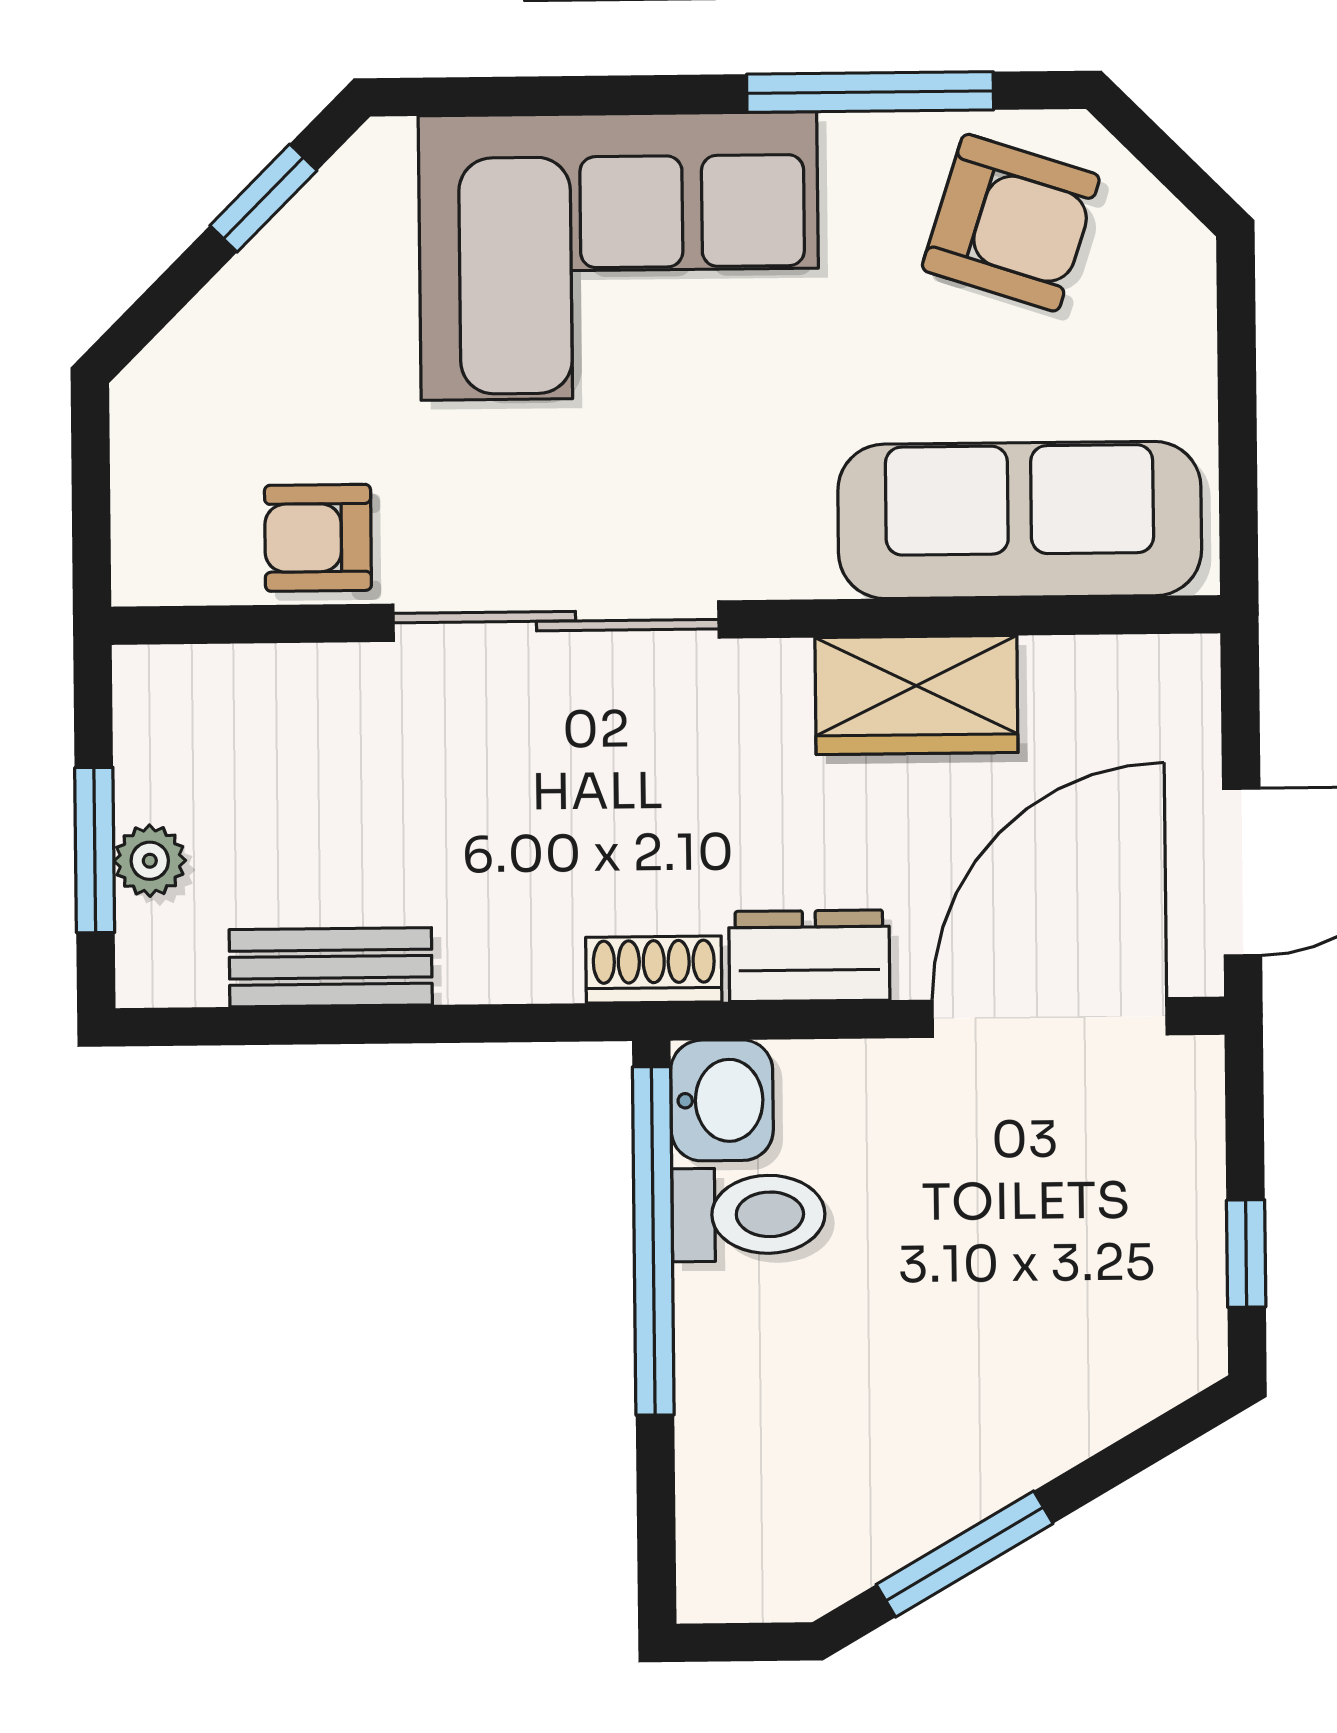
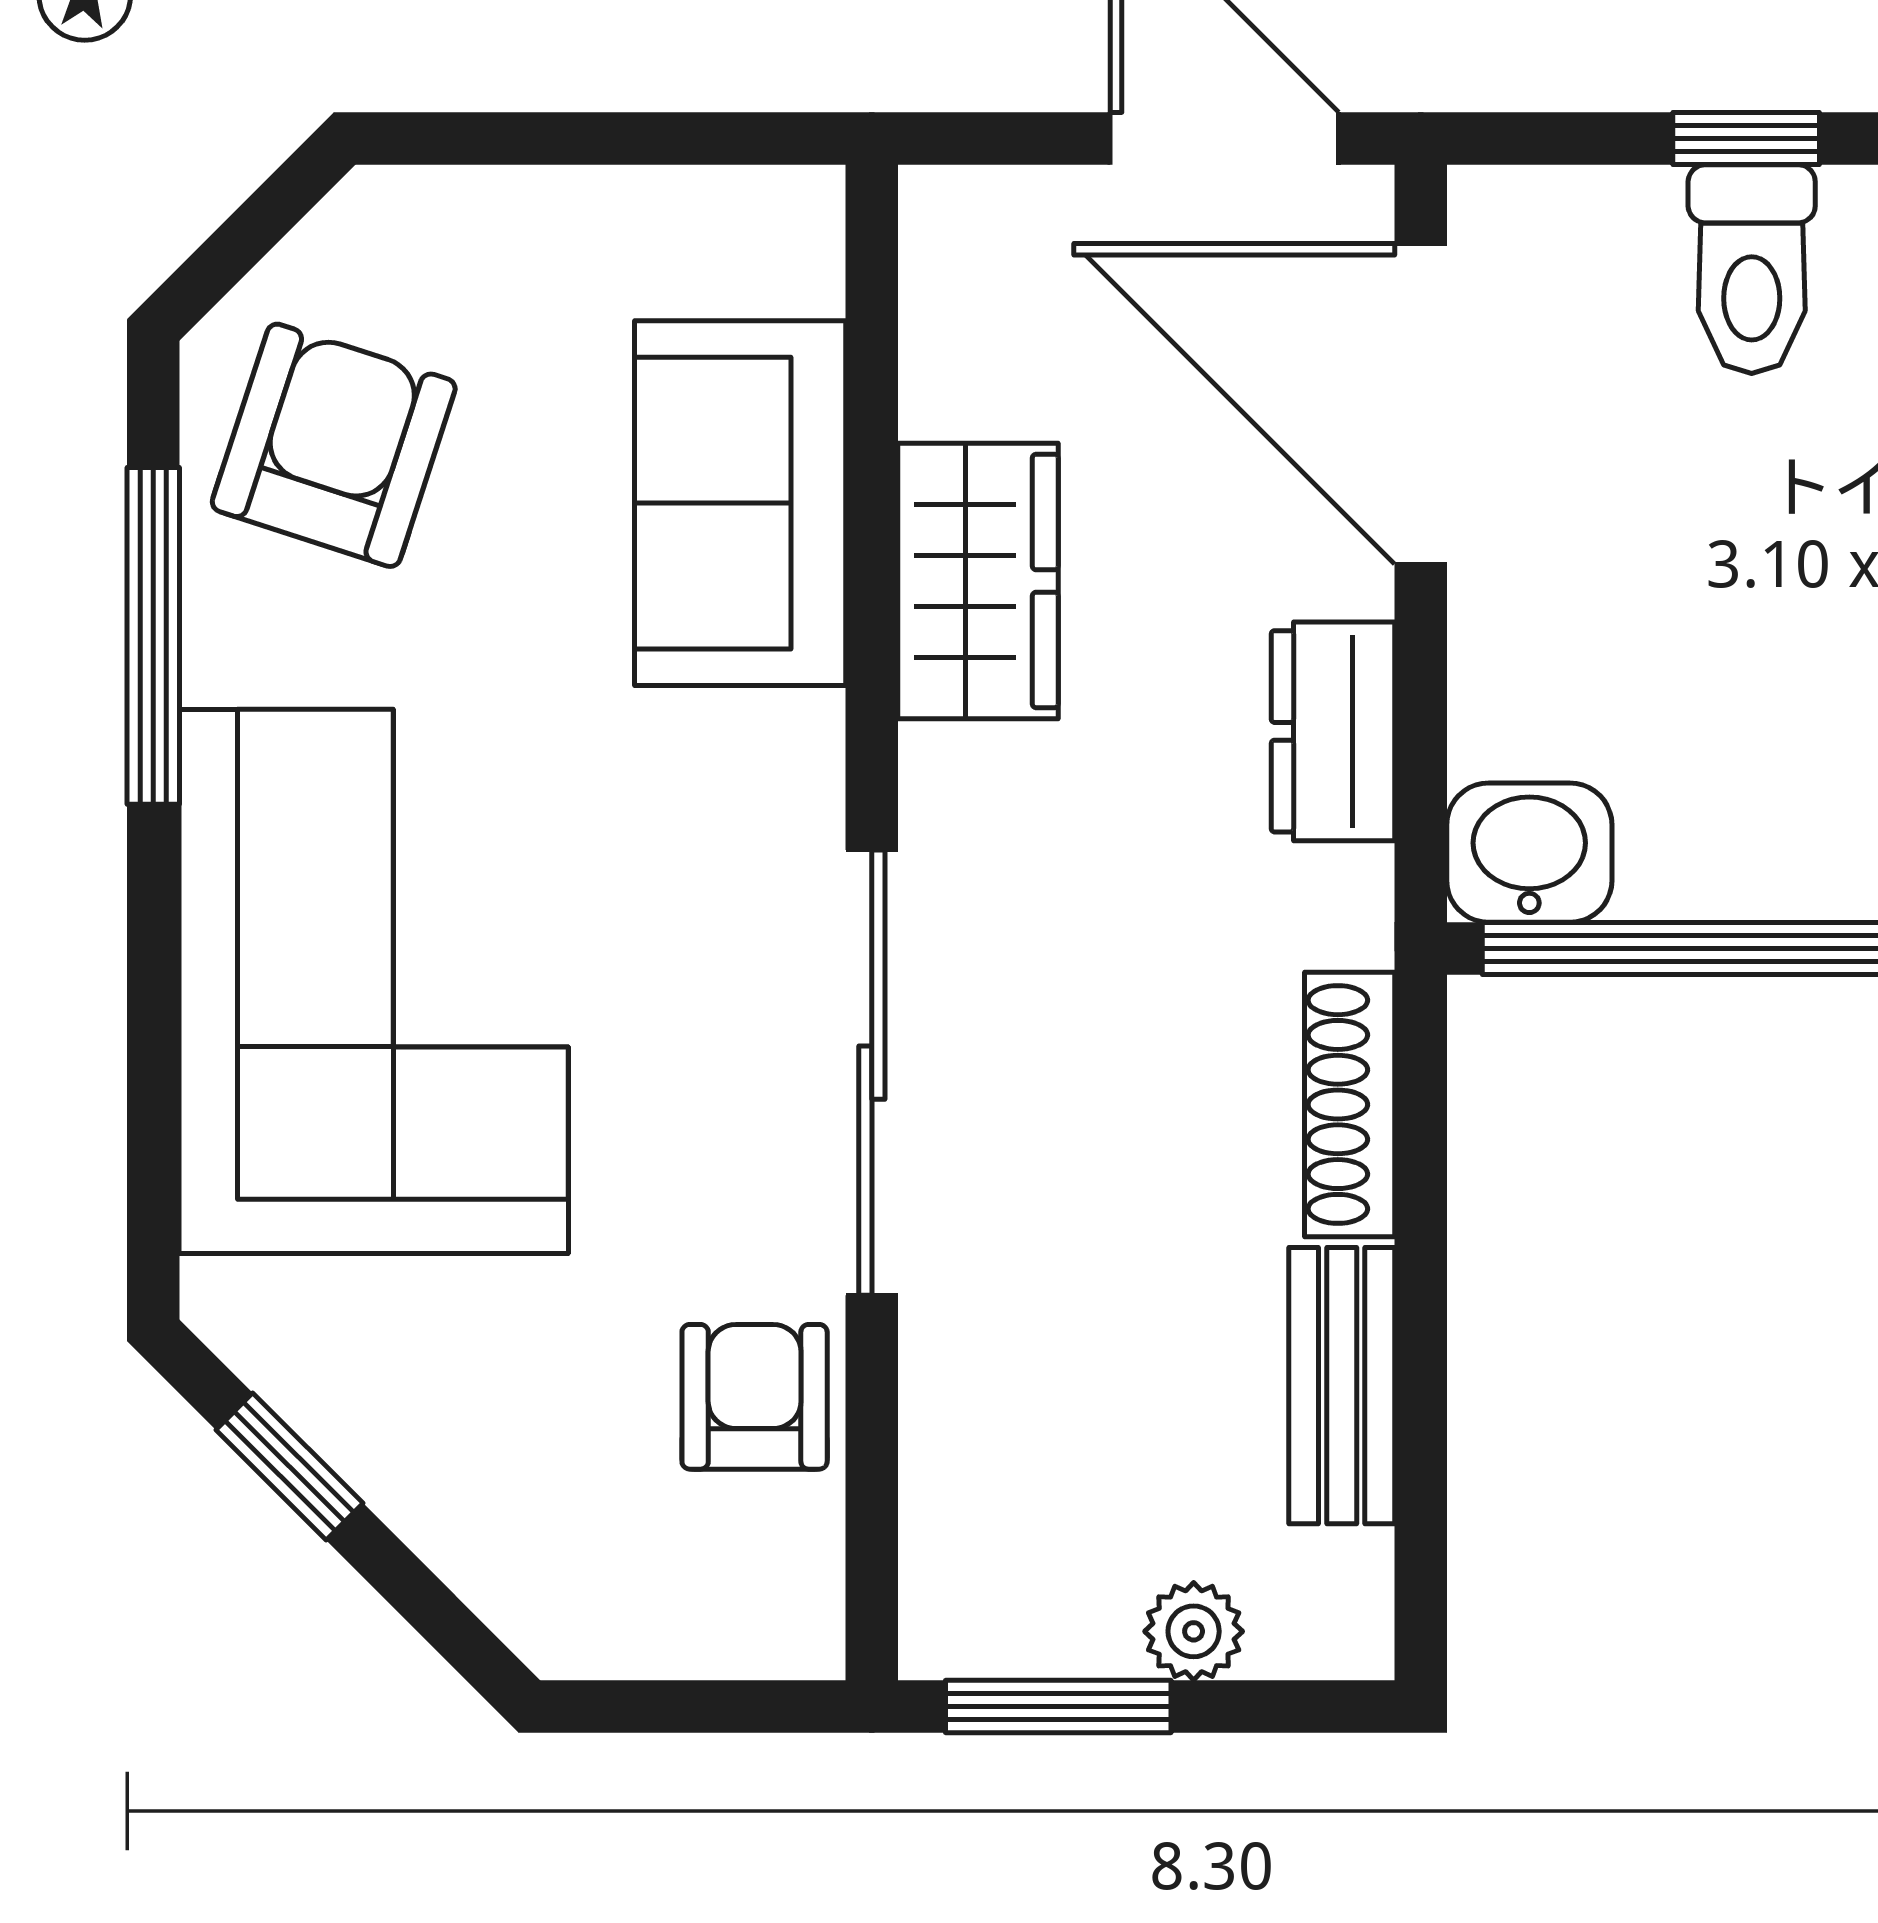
sofa: (1020, 520) -> (740, 503), width x0.73
armchair: (318, 538) -> (755, 1397), turned 180
window: (95, 850) -> (1058, 1706), moved
shoe rack: (654, 970) -> (1350, 1105), moved, width x1.43
toilet: (749, 1215) -> (1752, 269), moved, turned 180

